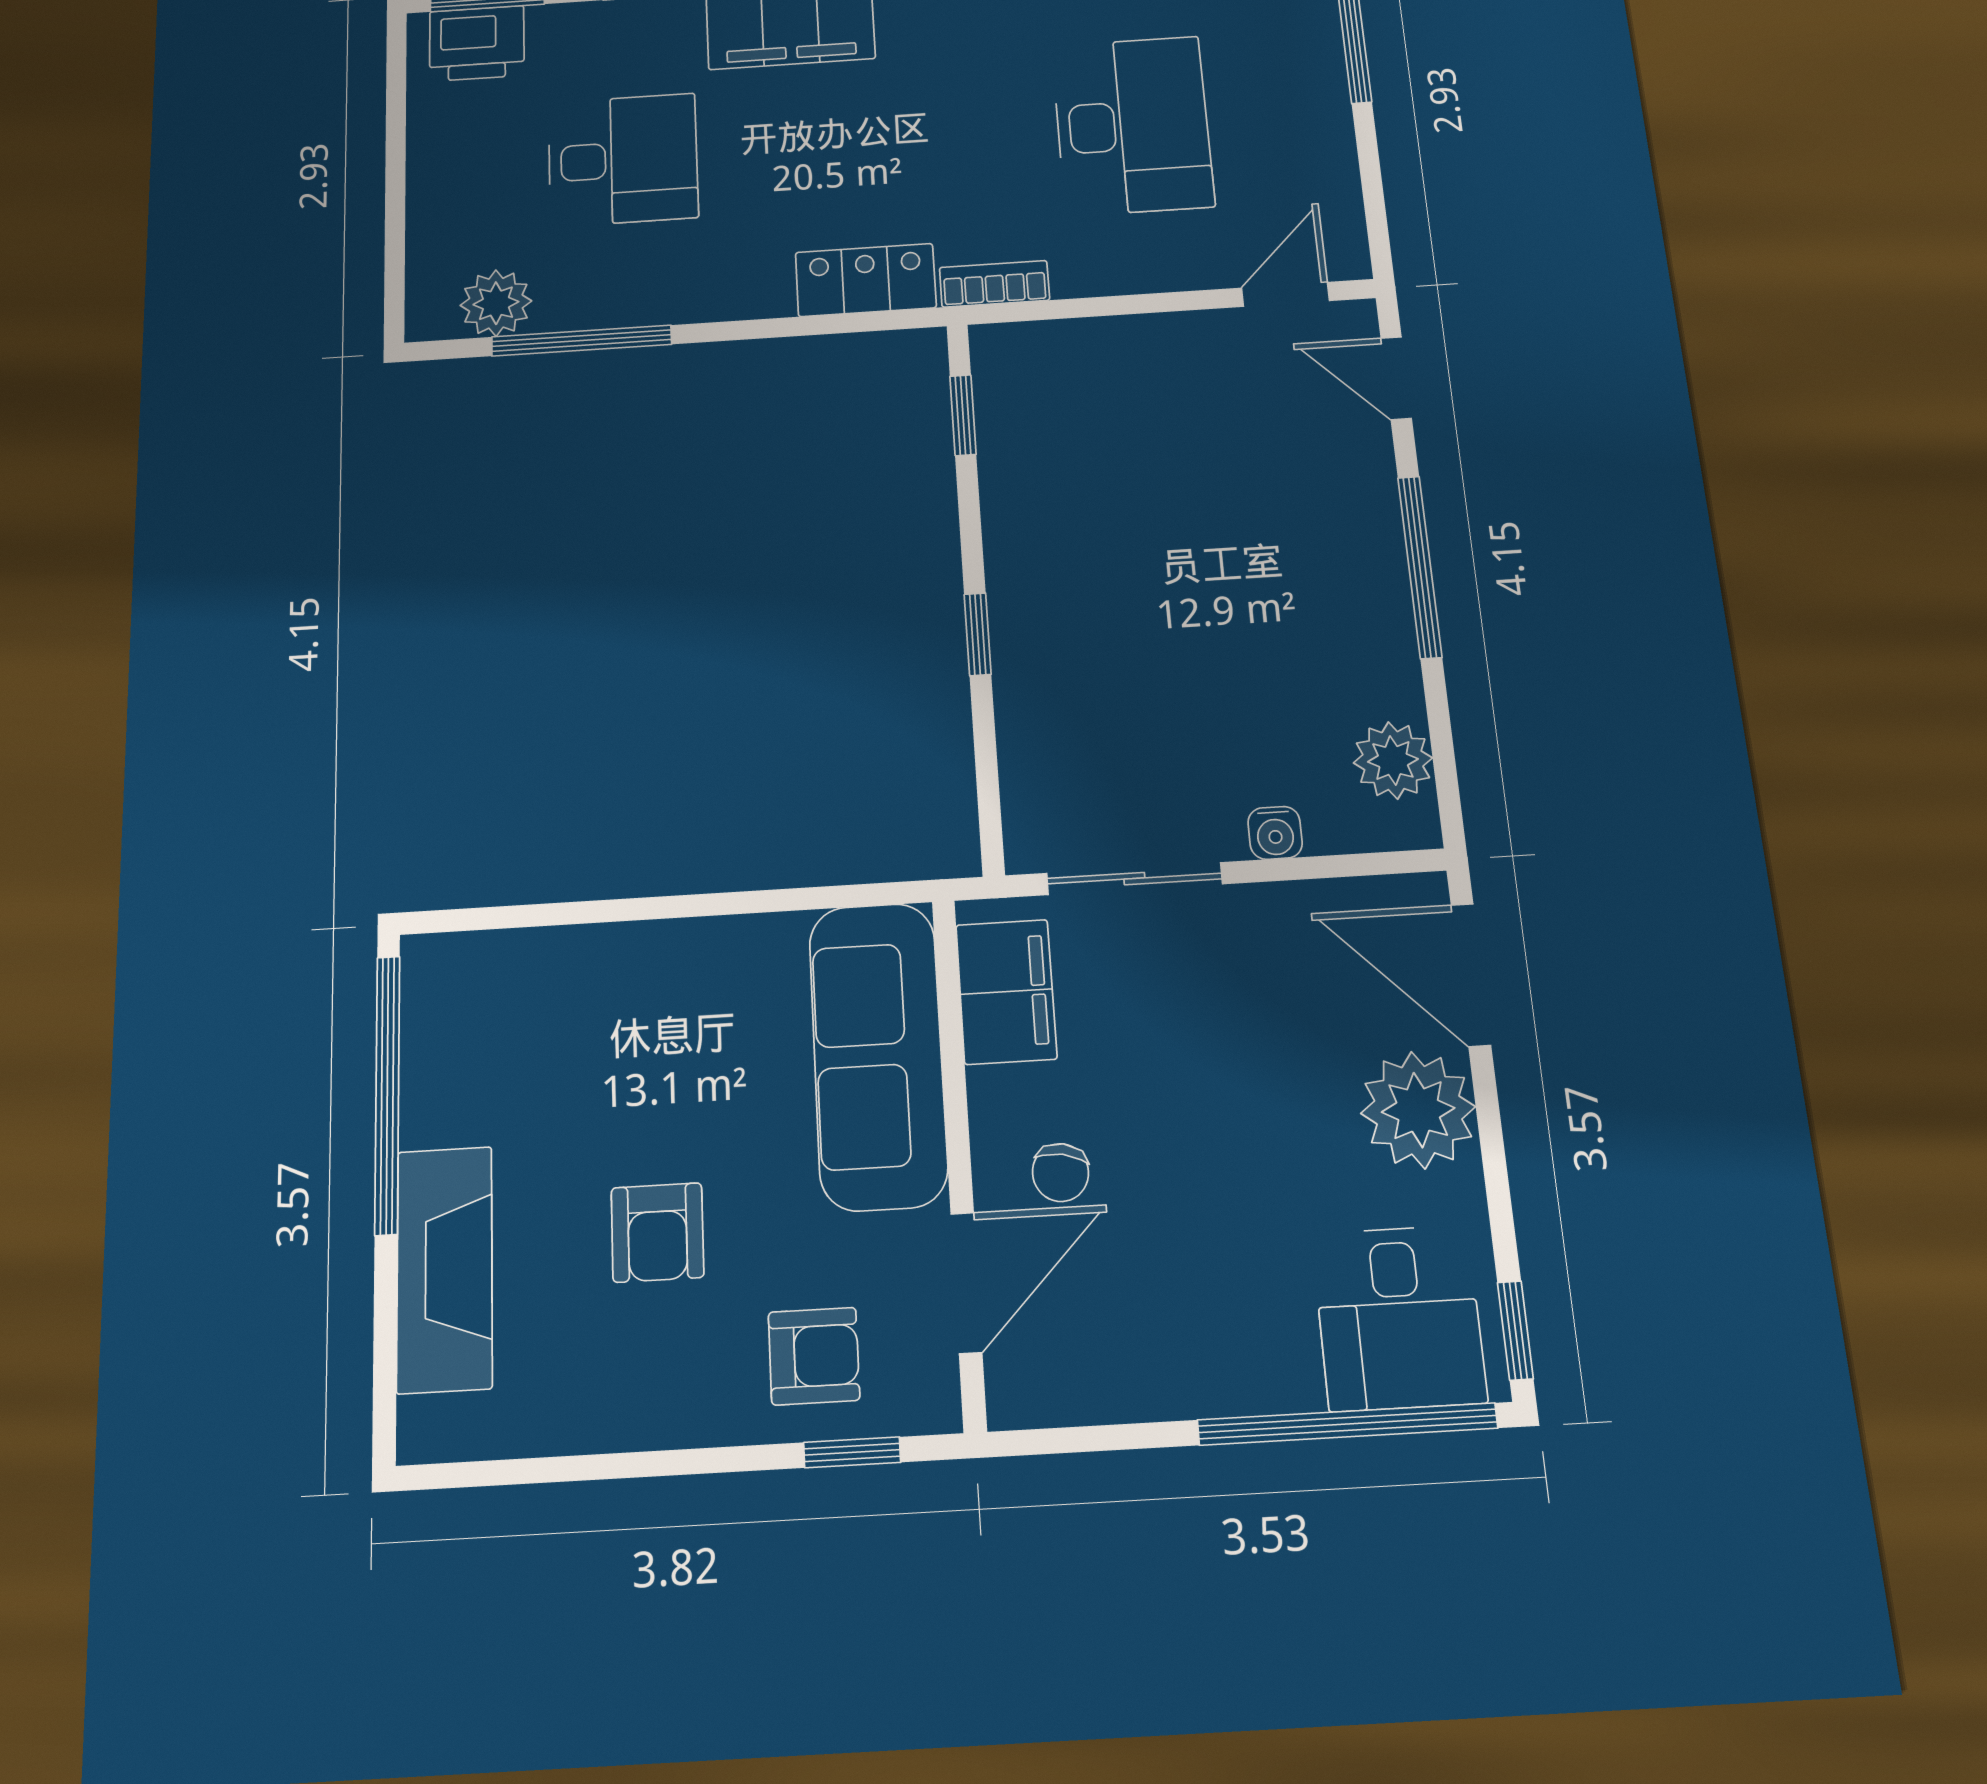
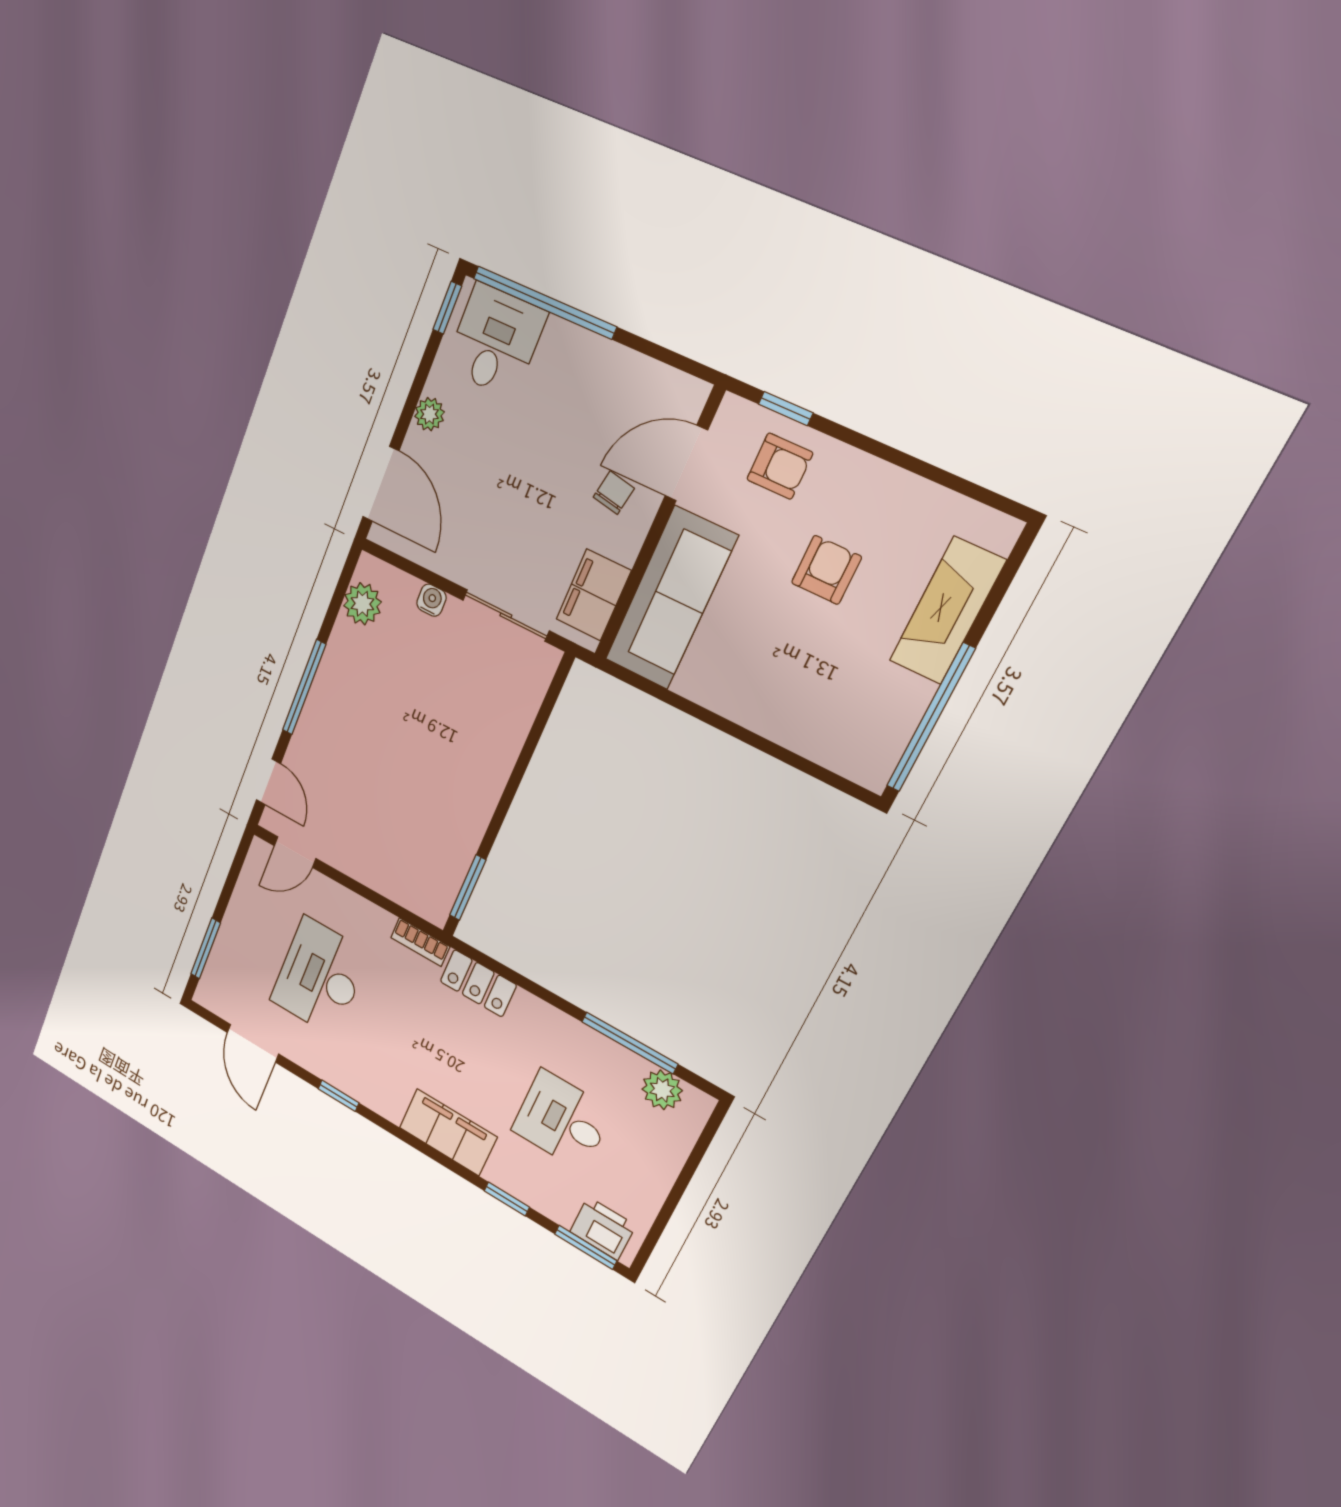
window: (963, 415) -> (468, 888), width x1.50
window: (978, 634) -> (516, 777), removed
plant: (1418, 1110) -> (429, 414), width x0.53, depth x0.53
armchair: (814, 1356) -> (780, 466), turned 180

